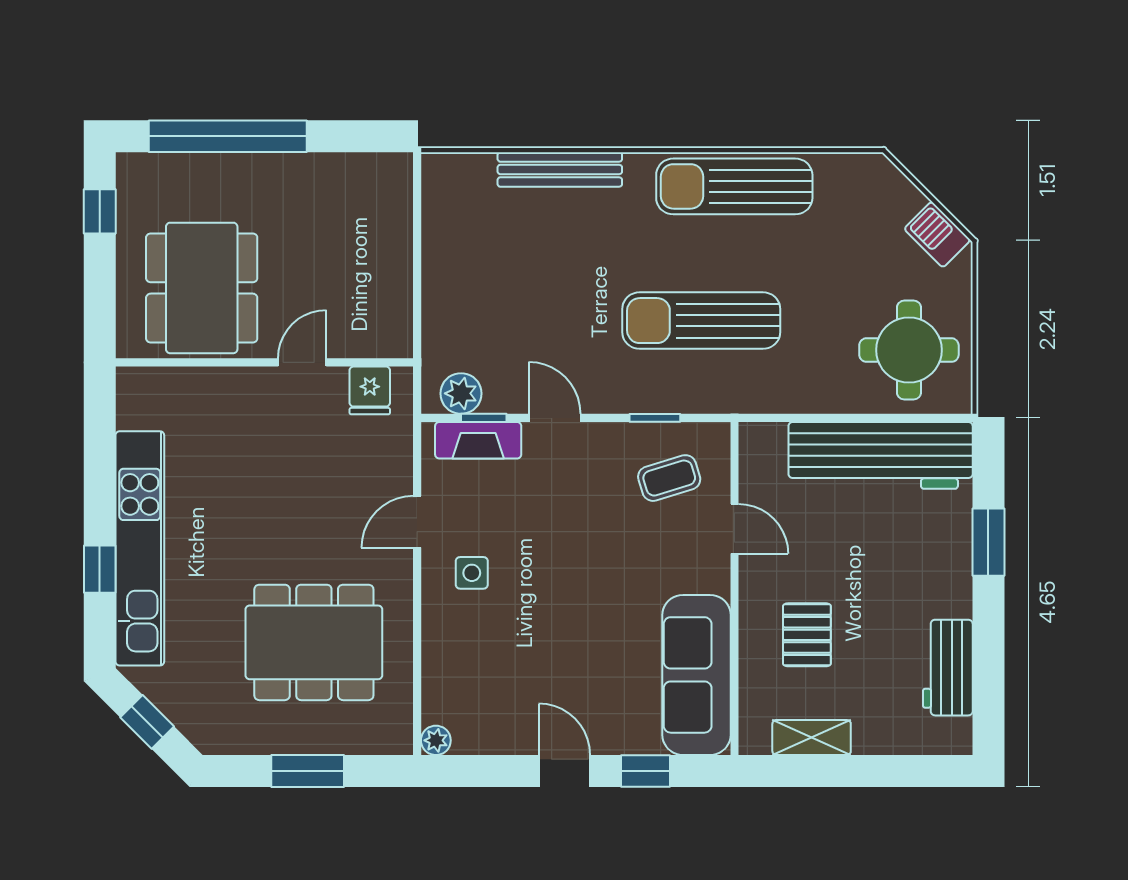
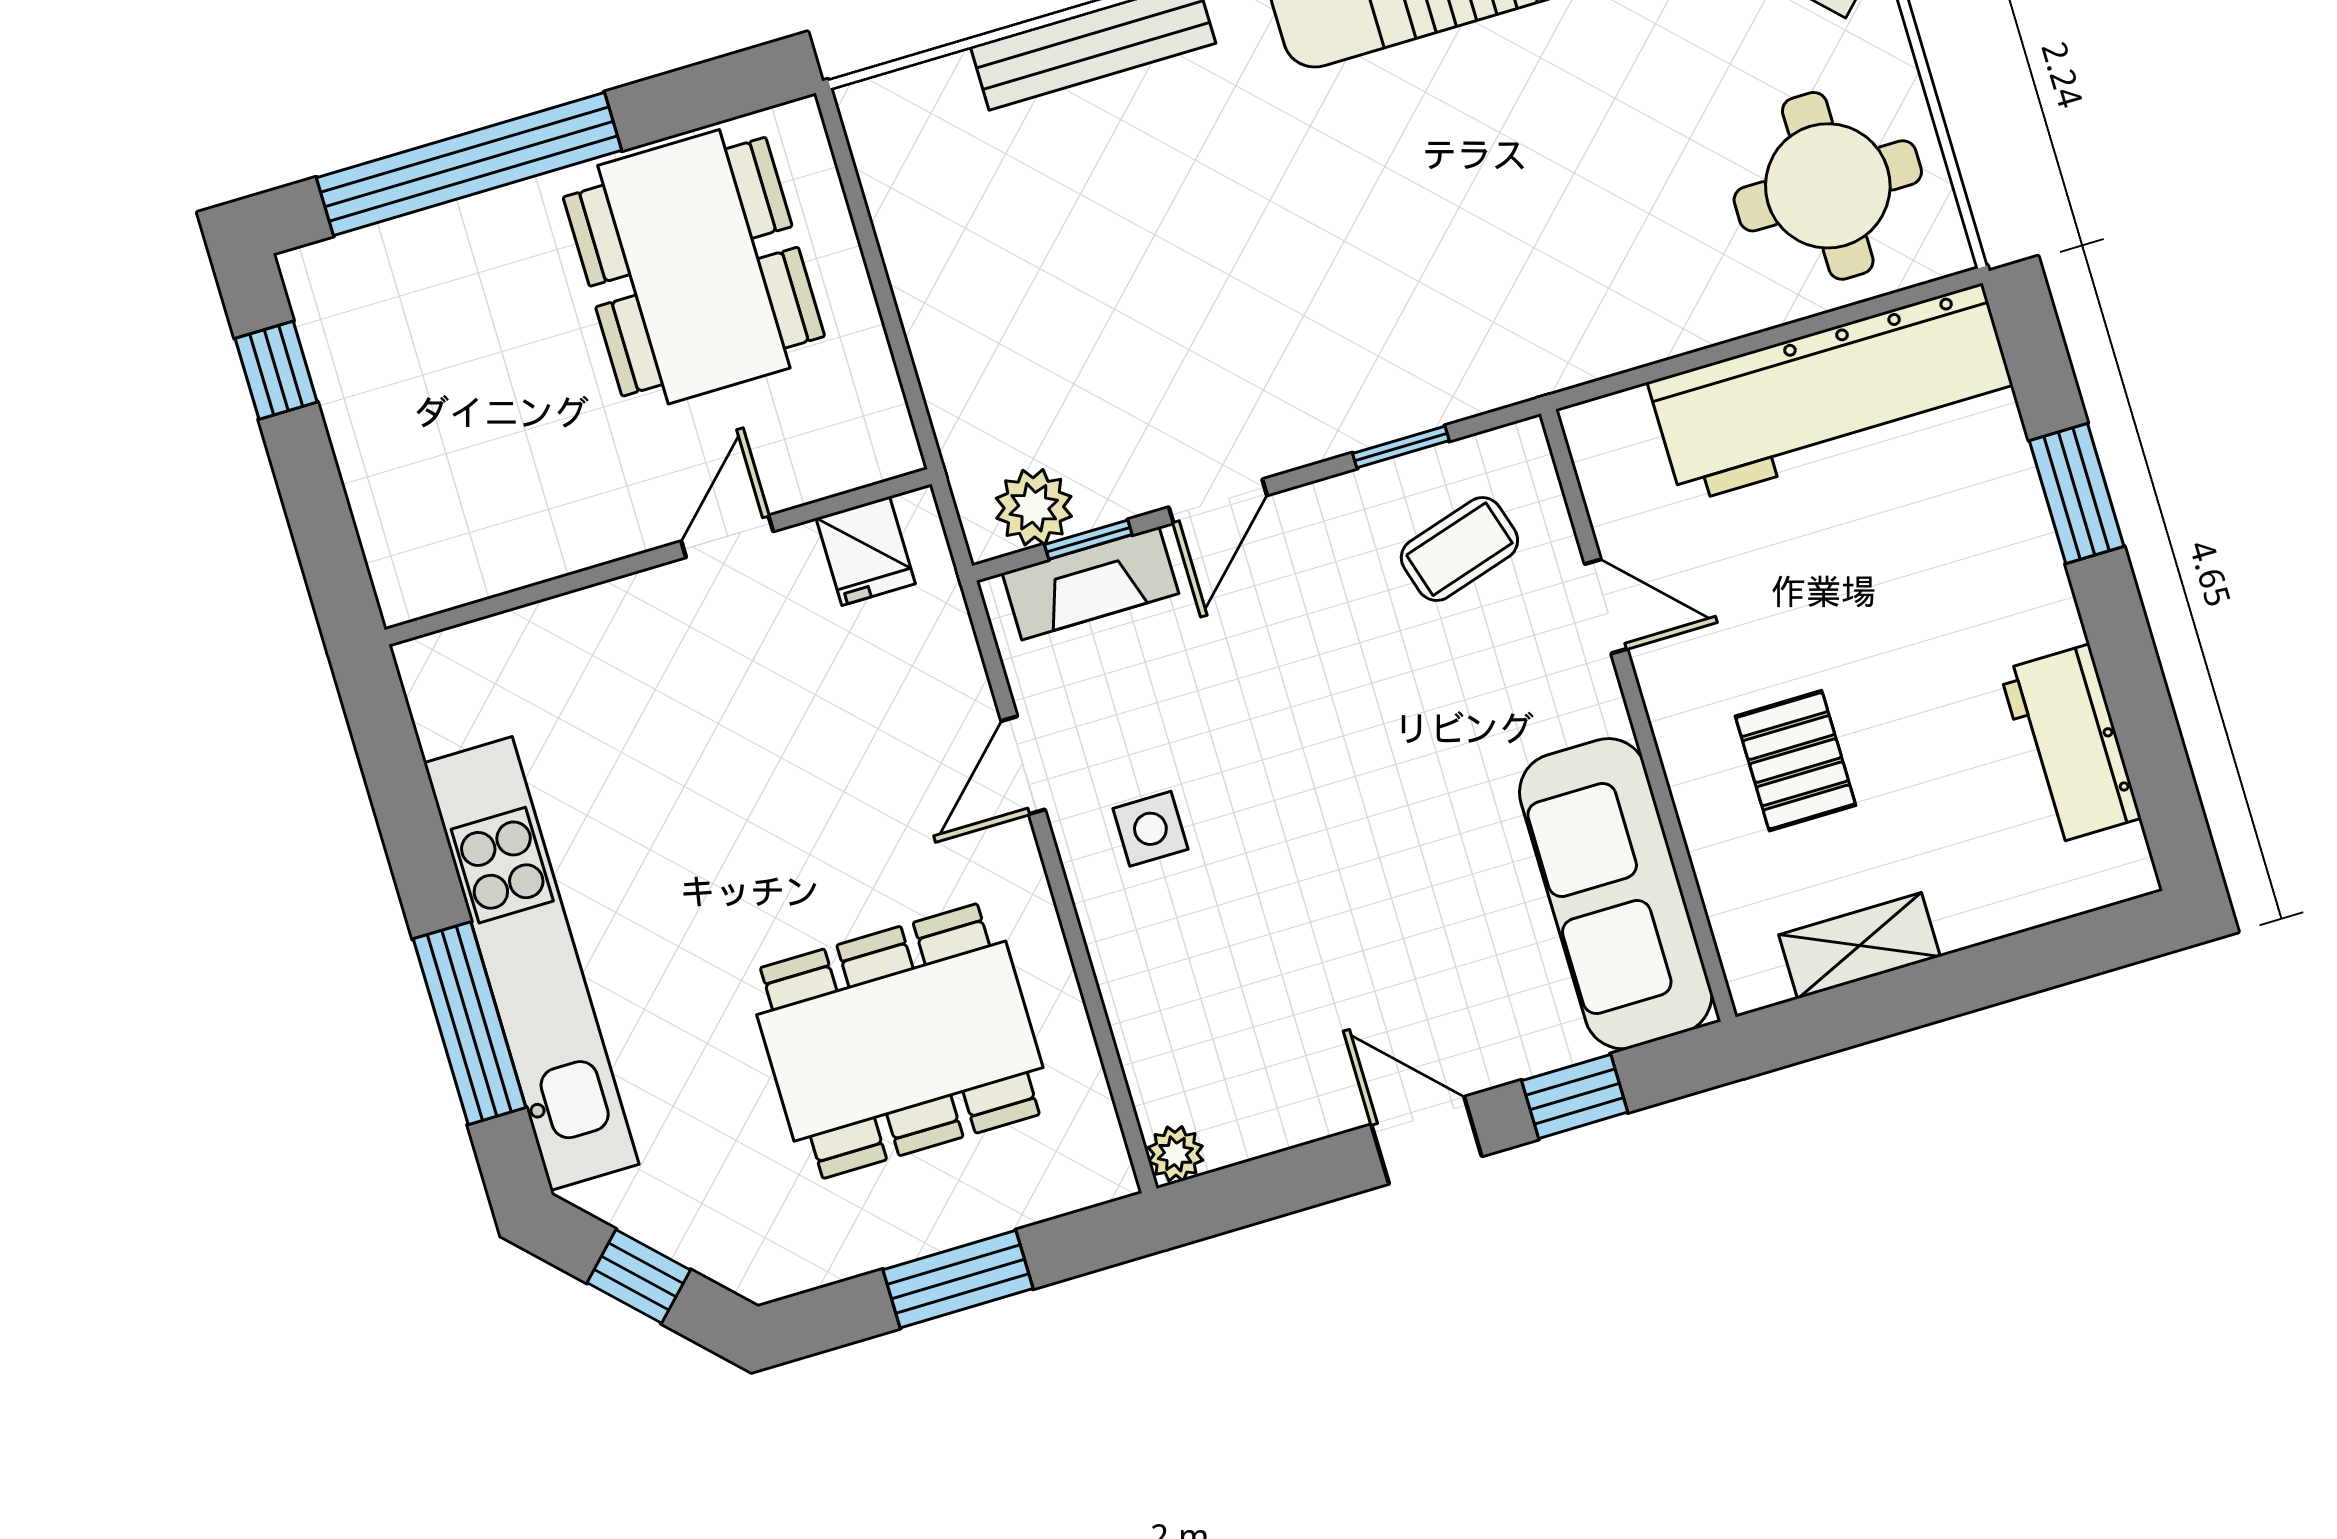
dining table: (202, 288) -> (694, 267), moved
sun lounger: (701, 321) -> (1433, 244), removed
door: (555, 418) -> (1218, 501), swing flipped
window: (100, 569) -> (469, 1023), width x2.17

